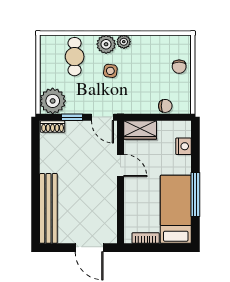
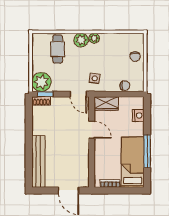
side table: (110, 71) -> (95, 78), moved
window: (72, 117) -> (45, 94), moved

